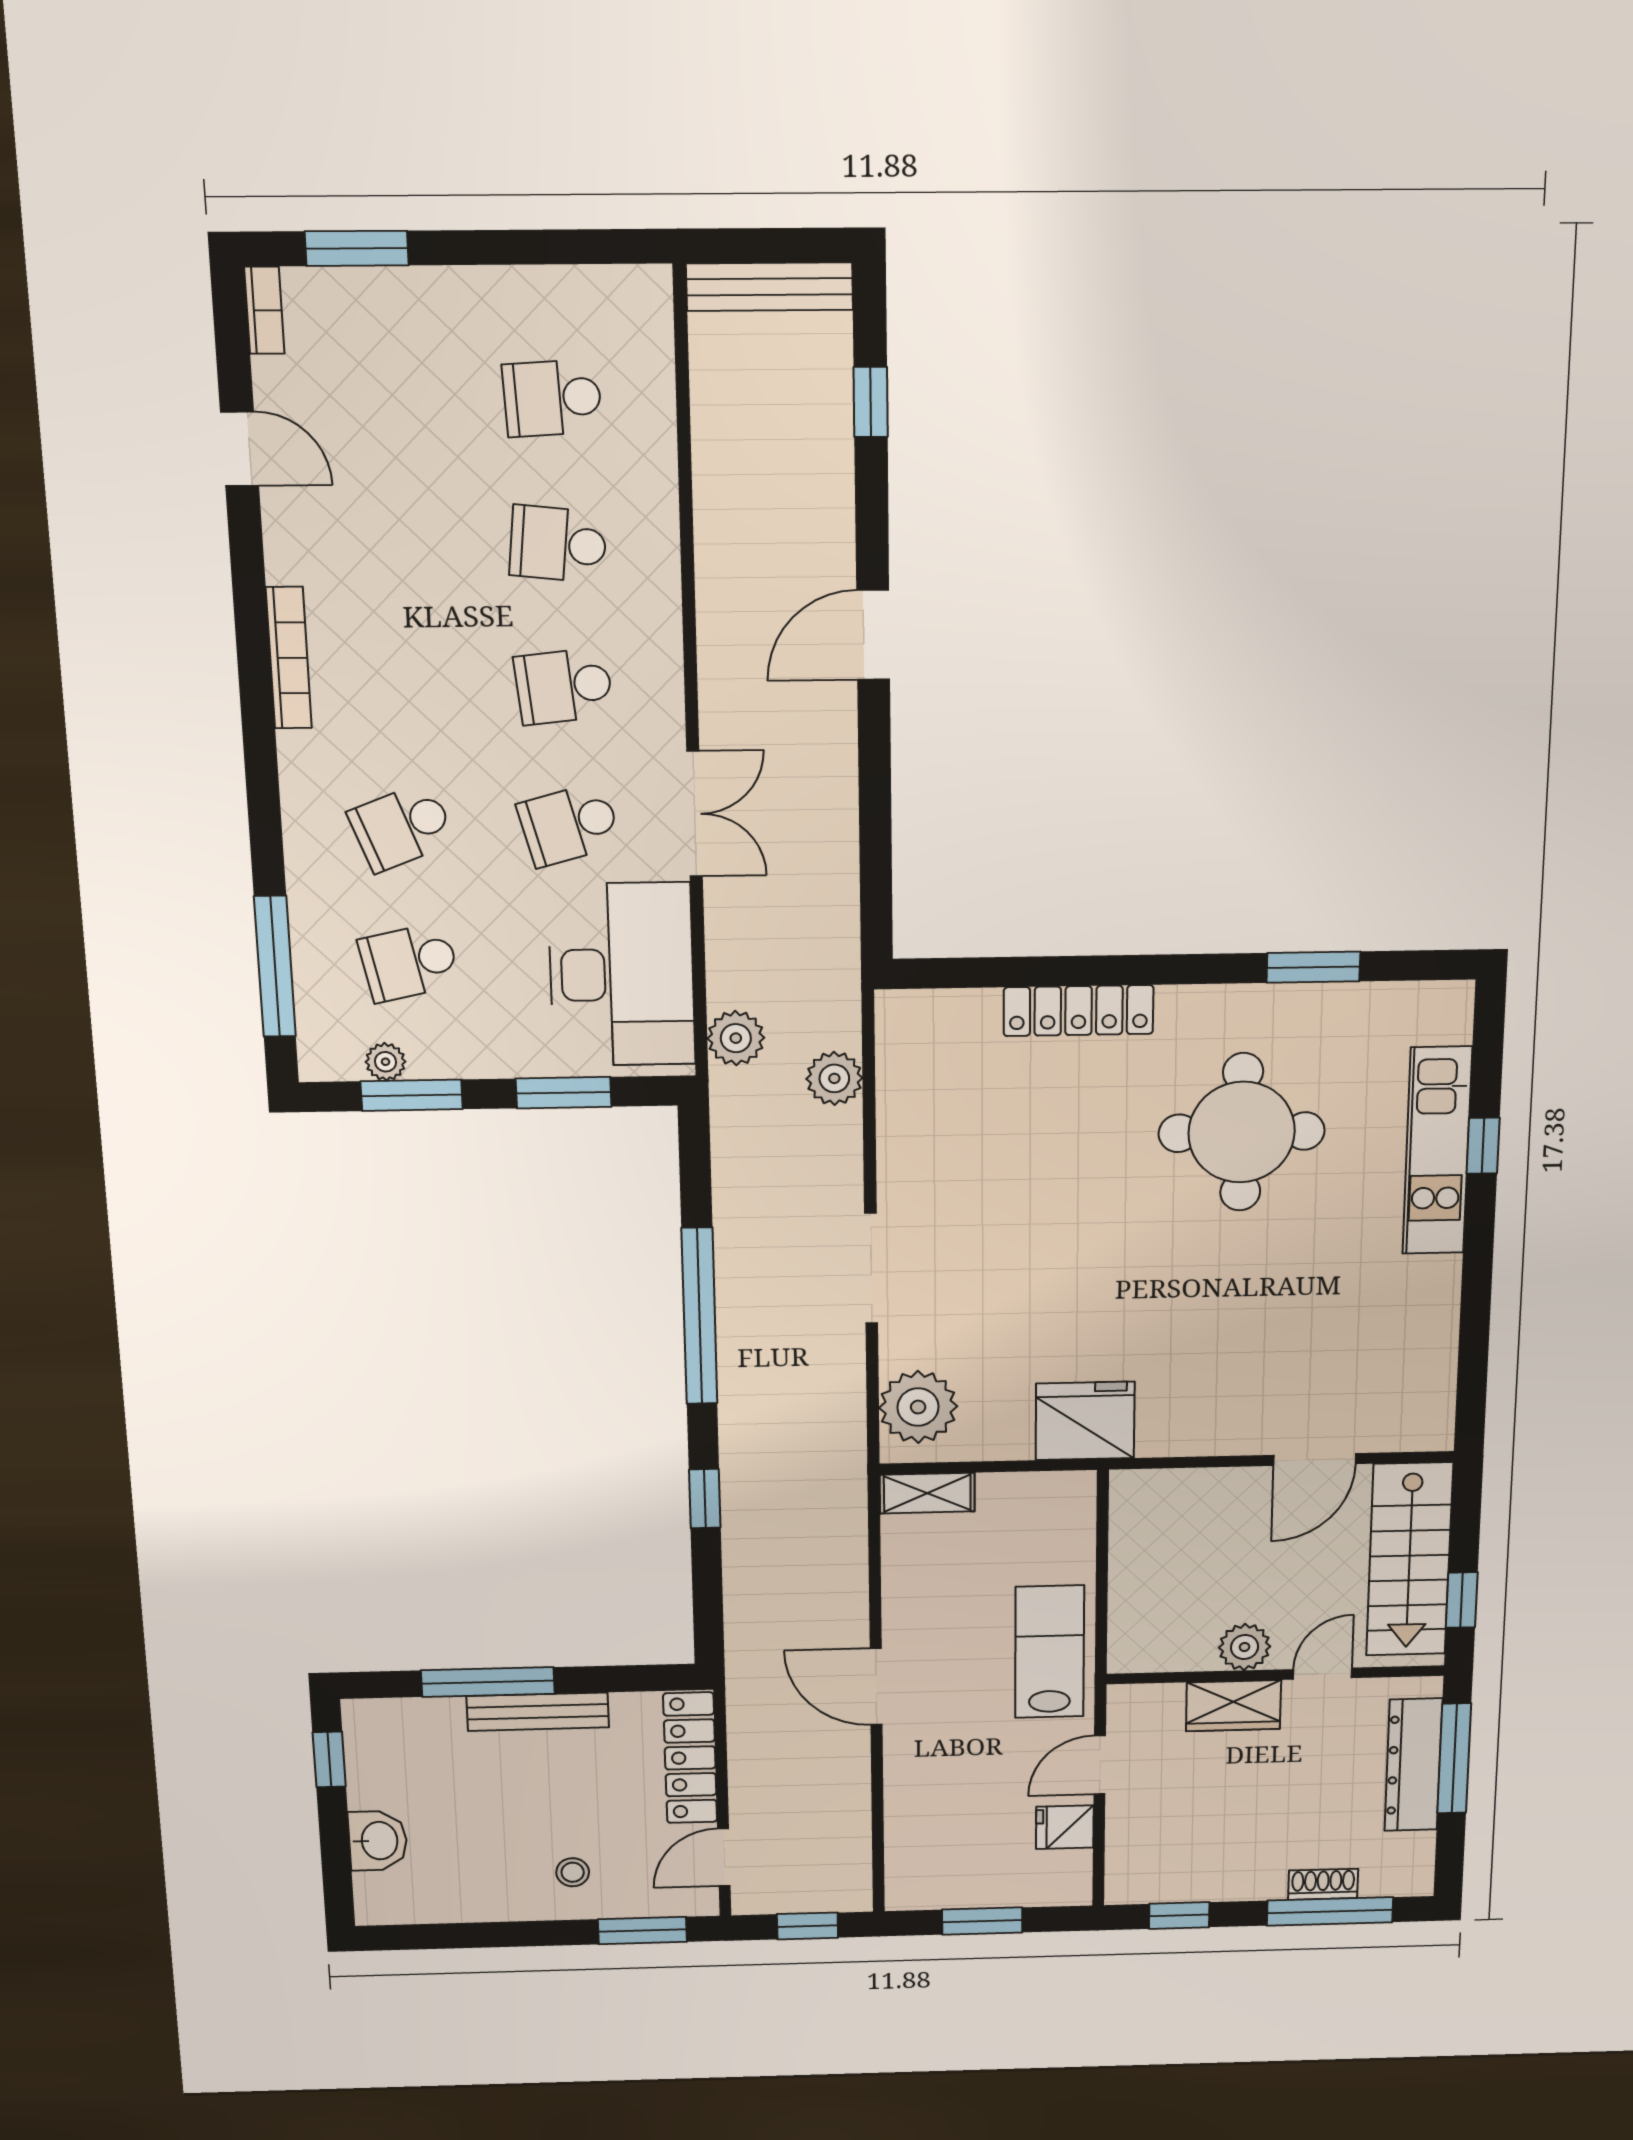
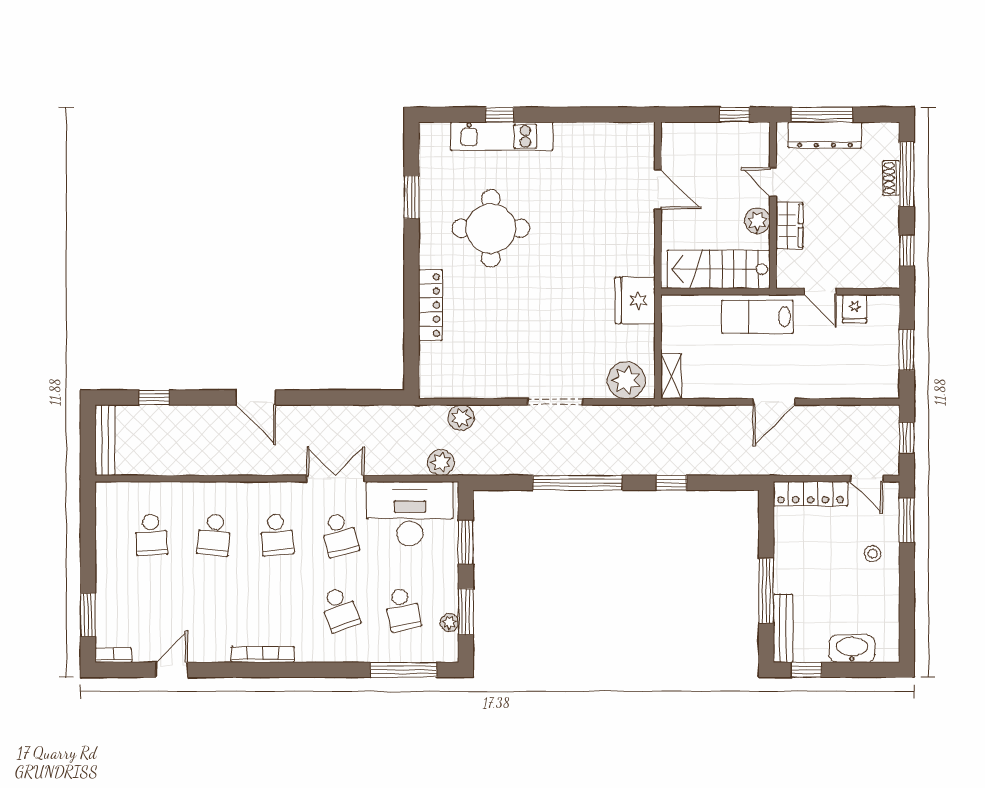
stairs: (1409, 1560) -> (719, 269), moved, turned 180
bench: (538, 1712) -> (783, 628), moved
washbasin: (378, 1841) -> (852, 649), width x1.38

